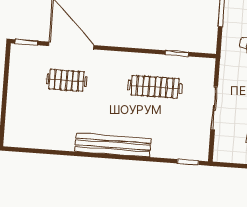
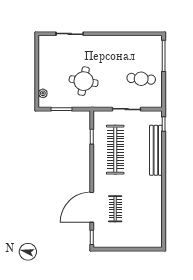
clothes rail: (155, 87) -> (115, 150), width x1.37, depth x1.31
bench: (113, 145) -> (156, 150), moved

